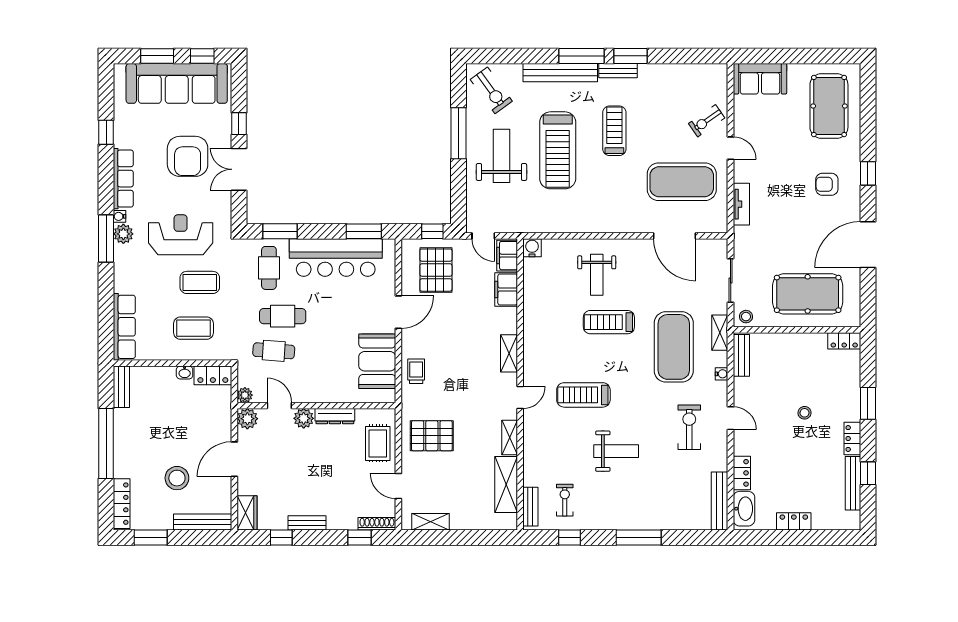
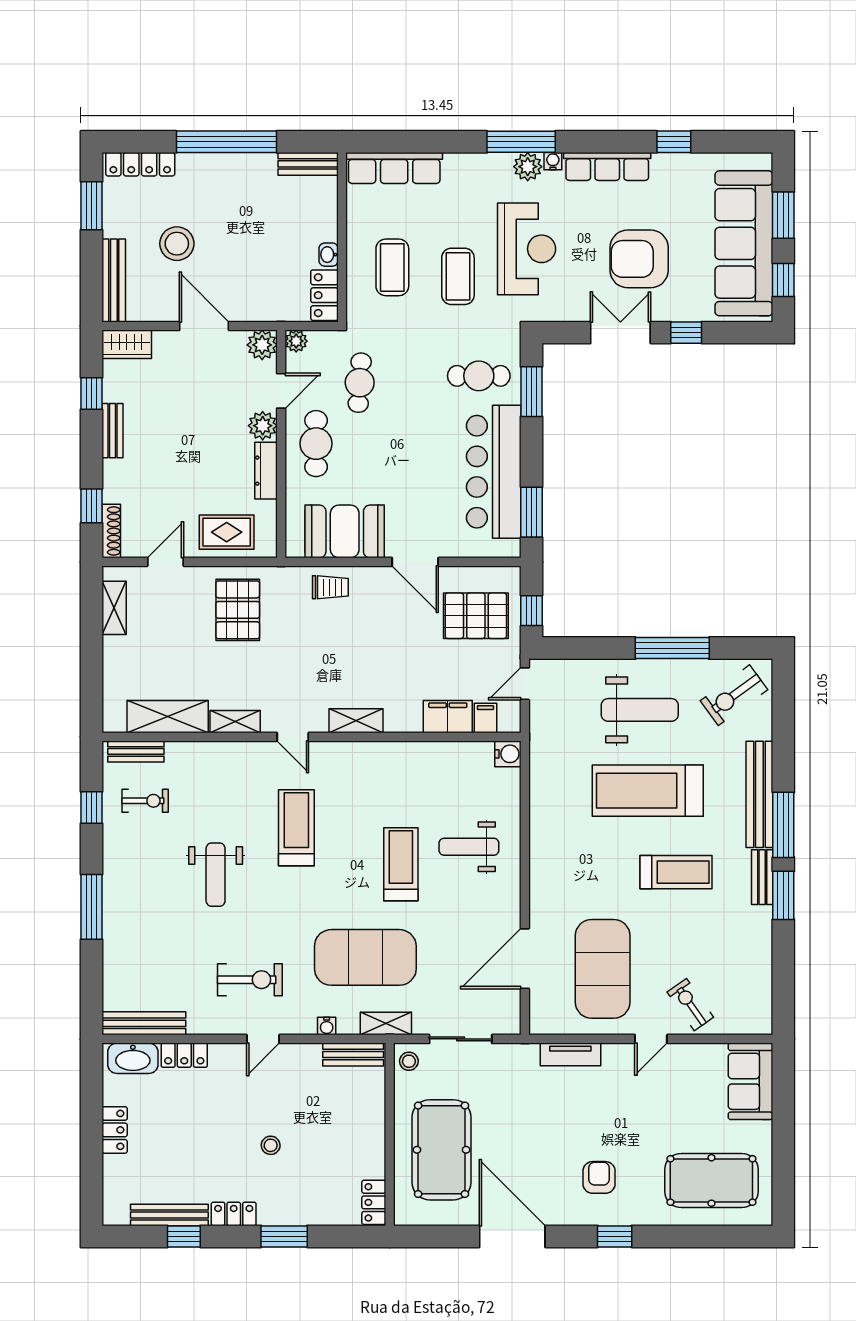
filing cabinet: (507, 256) -> (485, 718), width x0.50
cafe table: (283, 316) -> (316, 444), moved

